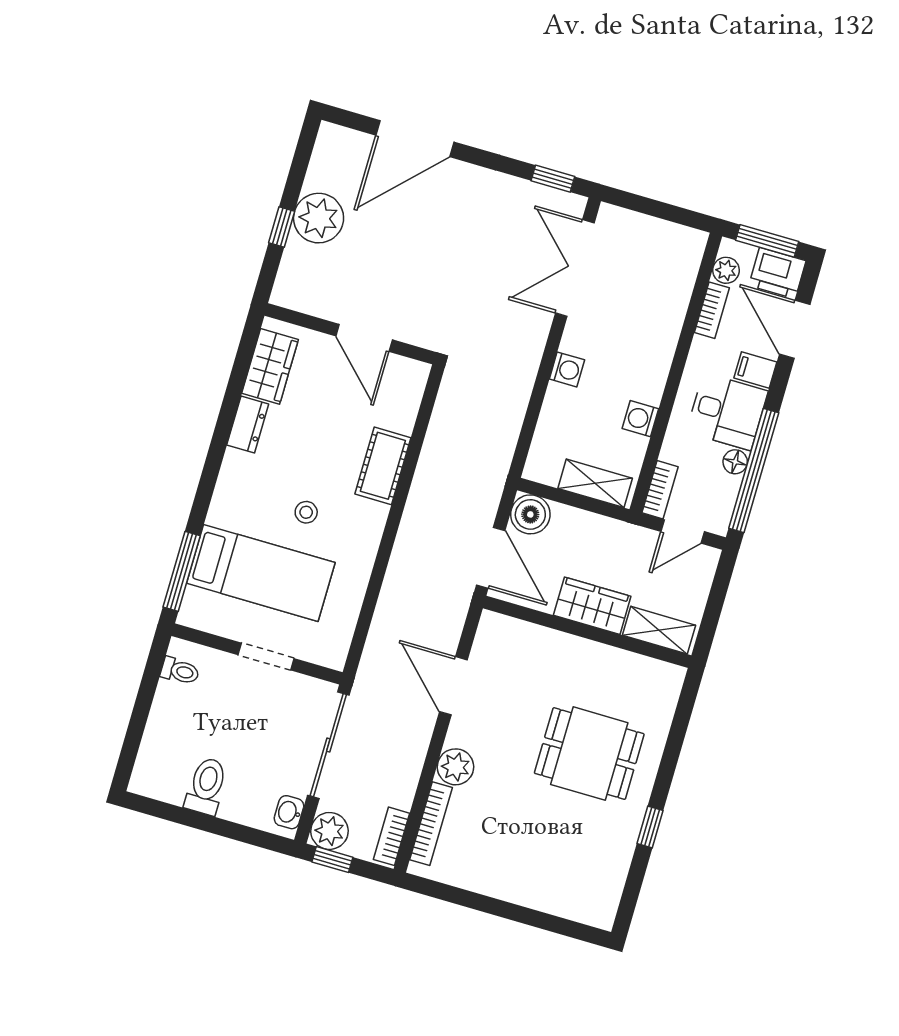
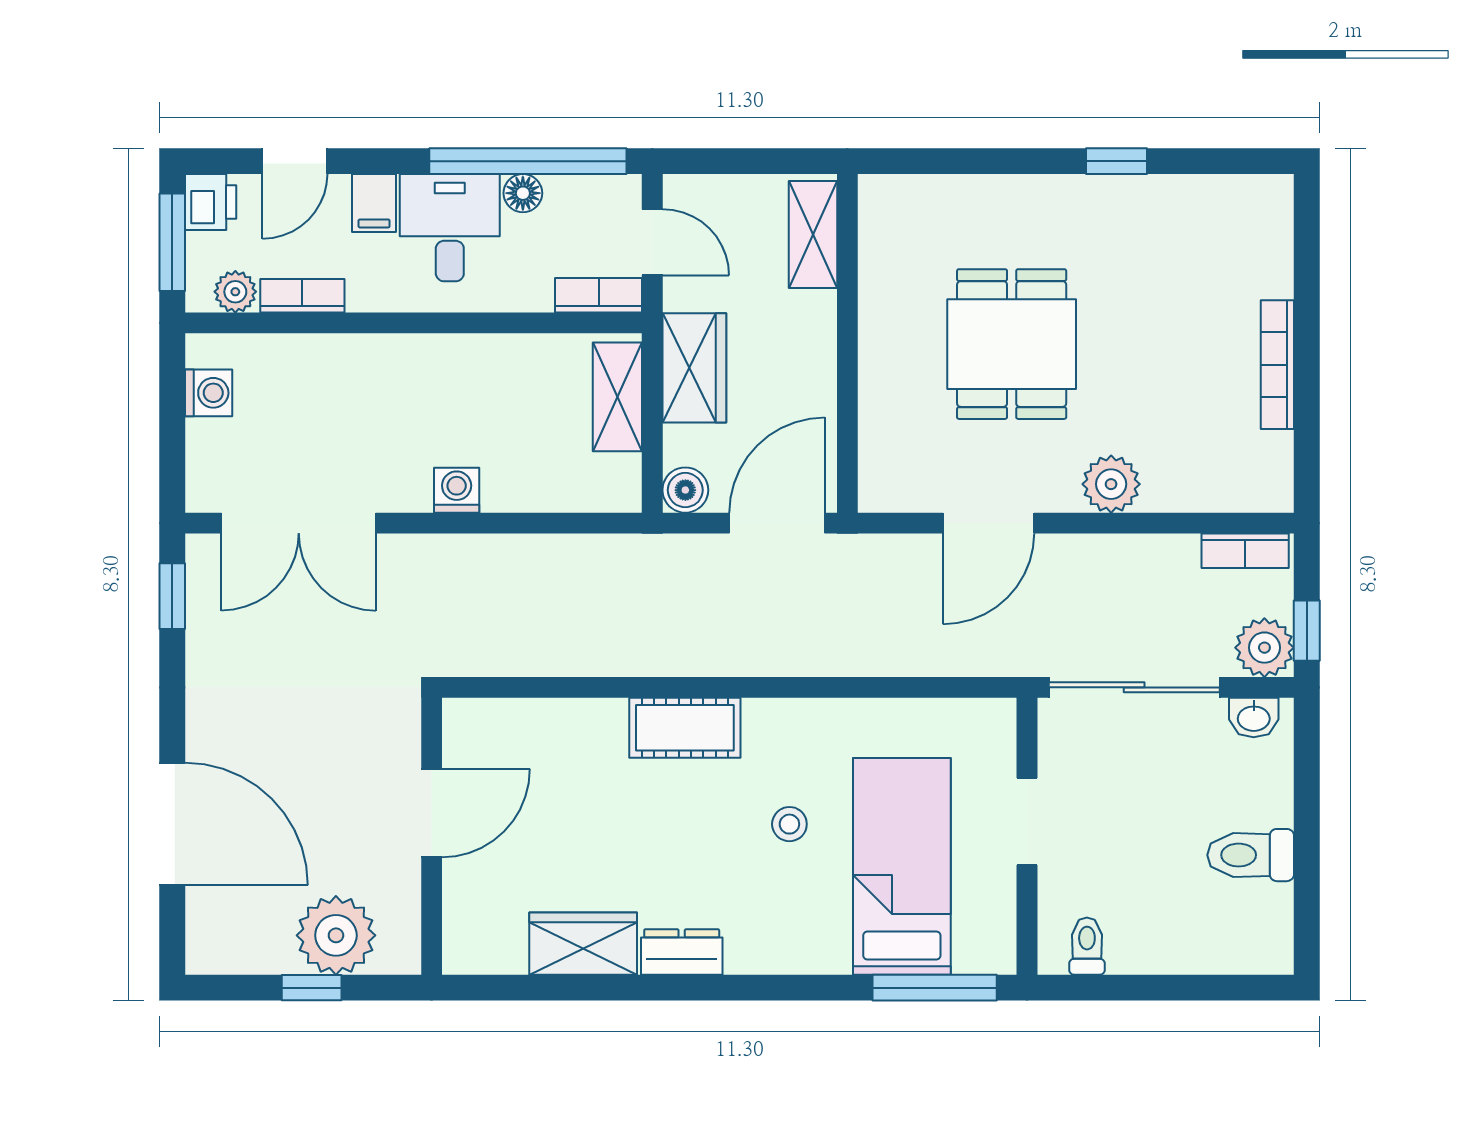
window: (282, 227) -> (312, 988), moved
printer: (777, 273) -> (211, 202), width x0.73, depth x0.81
door: (795, 329) -> (295, 161), width x0.73
wall: (350, 334) -> (432, 836), moved
door: (364, 338) -> (432, 813), moved
washing machine: (640, 419) -> (209, 393), moved, turned -90
boiler: (530, 514) -> (685, 490), width x0.73, depth x0.73
wardrobe: (592, 606) -> (694, 368), moved, turned 180
dining table: (589, 754) -> (1012, 344), moved
bookcase: (431, 824) -> (1277, 365), moved, turned -90

